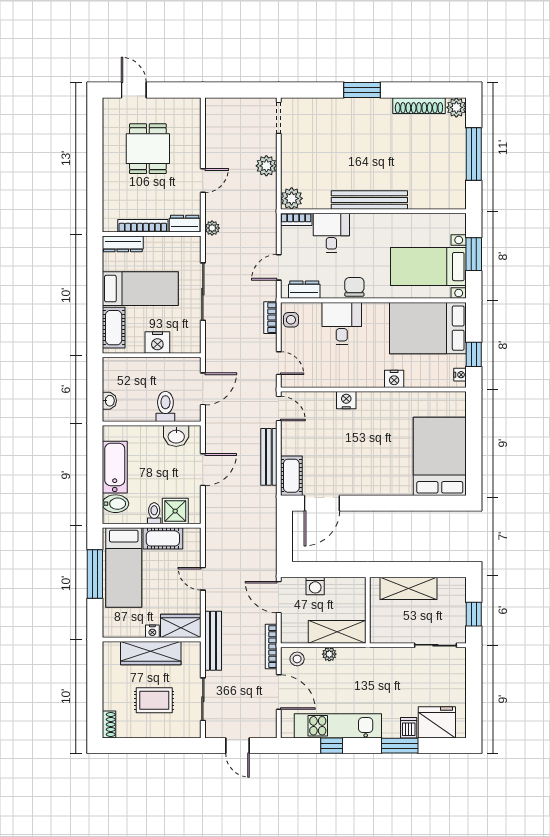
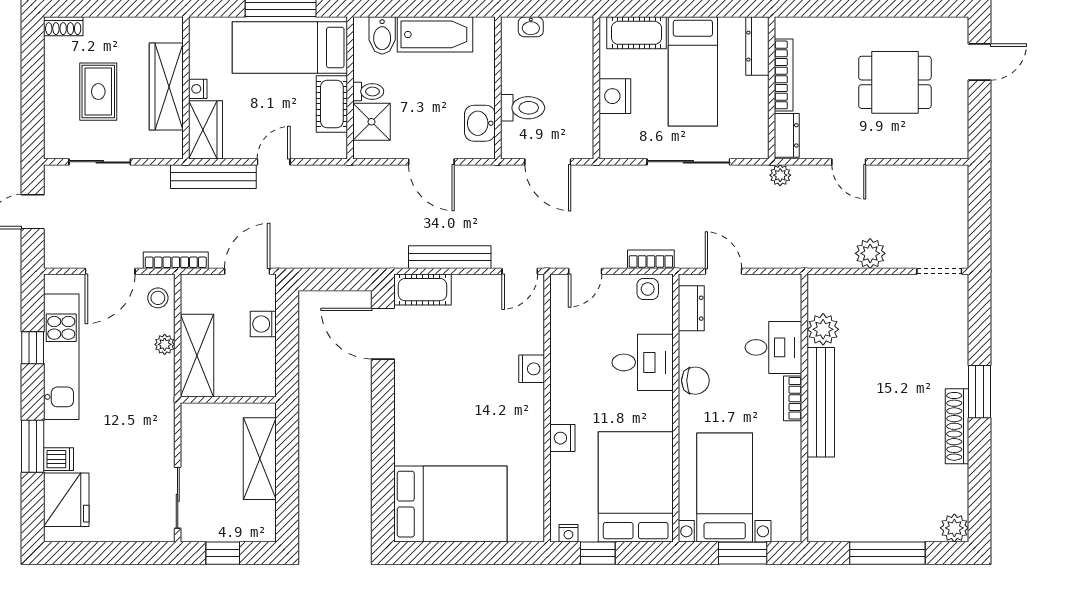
shoe rack: (419, 106) -> (957, 426), moved
plant: (292, 198) -> (823, 329), moved
bookcase: (296, 219) -> (793, 398), moved
bench: (213, 641) -> (213, 177), moved

